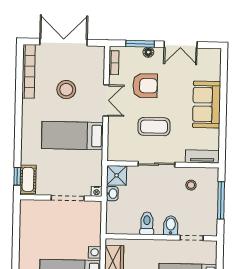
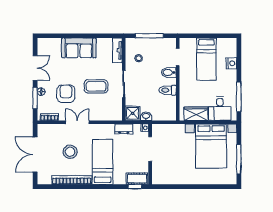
bookcase: (29, 71) -> (72, 180), moved
coffee table: (154, 127) -> (96, 86), turned 90
bed: (72, 135) -> (103, 162), moved, turned 180
dresser: (96, 163) -> (124, 129), added

